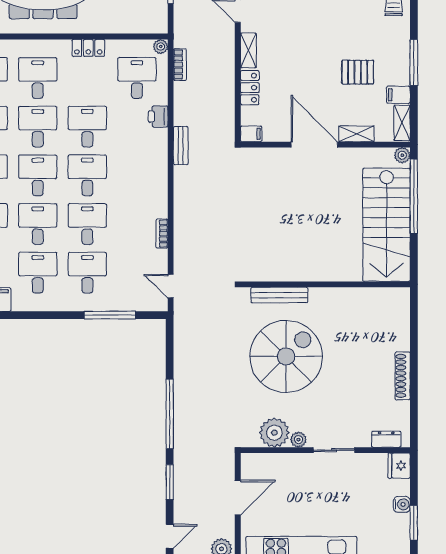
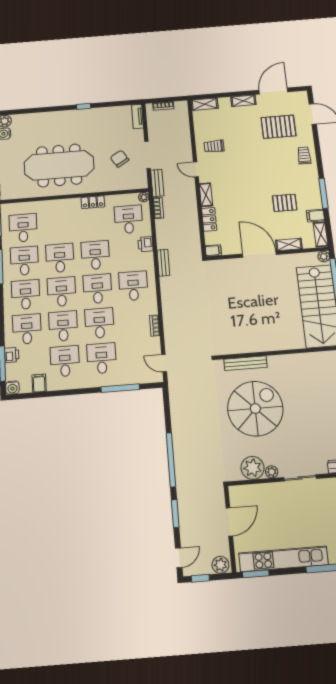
bench: (181, 27) -> (157, 183), added
desk: (38, 78) -> (133, 286), moved

